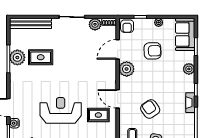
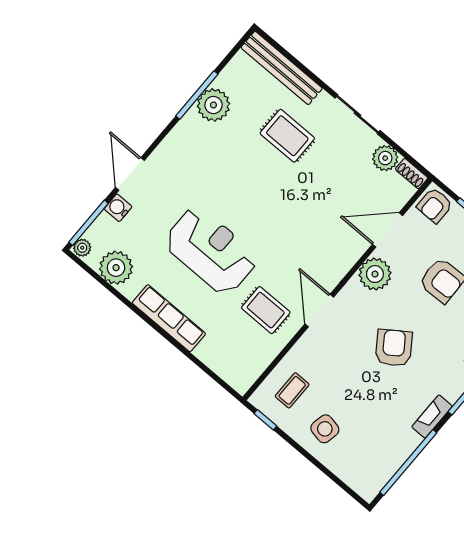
rug: (41, 57) -> (287, 136), moved
armchair: (150, 109) -> (394, 348), moved

